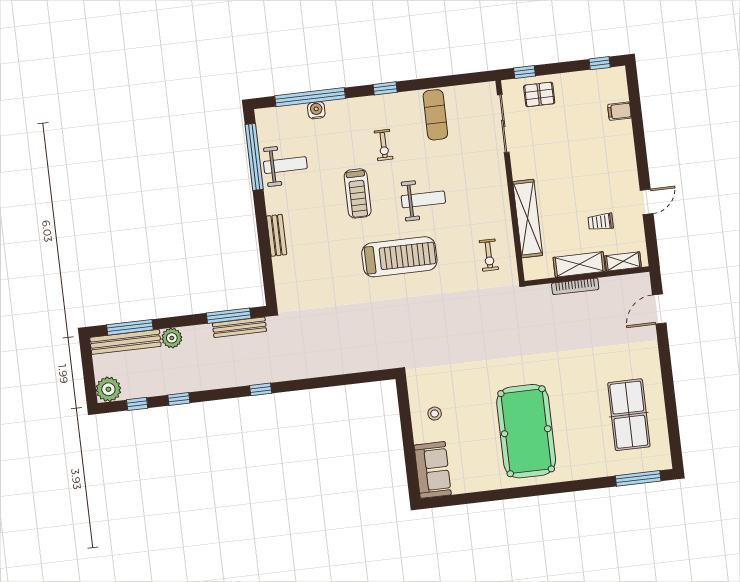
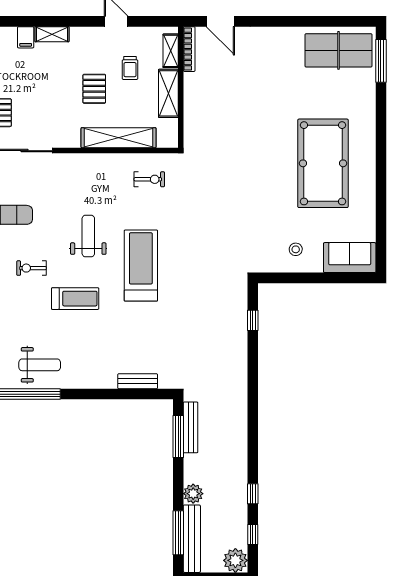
shelving: (626, 138) -> (52, 34), added
exercise bike: (384, 145) -> (31, 268), turned 180
weight bench: (285, 165) -> (40, 365), turned 90
pallet: (575, 188) -> (94, 89), added
bench: (277, 235) -> (138, 381), moved
bookcase: (575, 286) -> (189, 49), moved
window: (261, 389) -> (253, 320), moved
table tennis table: (629, 415) -> (338, 50), moved
pool table: (526, 431) -> (323, 163), turned 90

